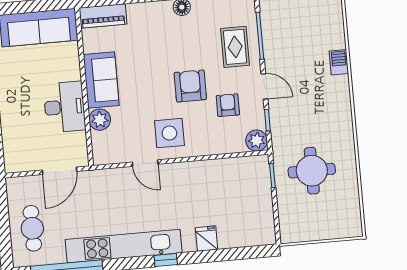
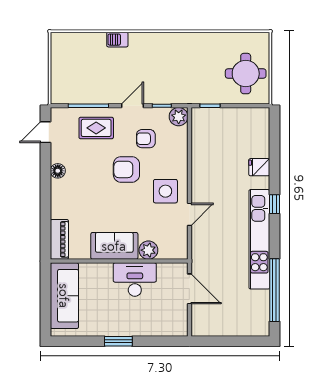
round table: (312, 171) -> (246, 74), moved
cafe table: (32, 228) -> (237, 317), removed

